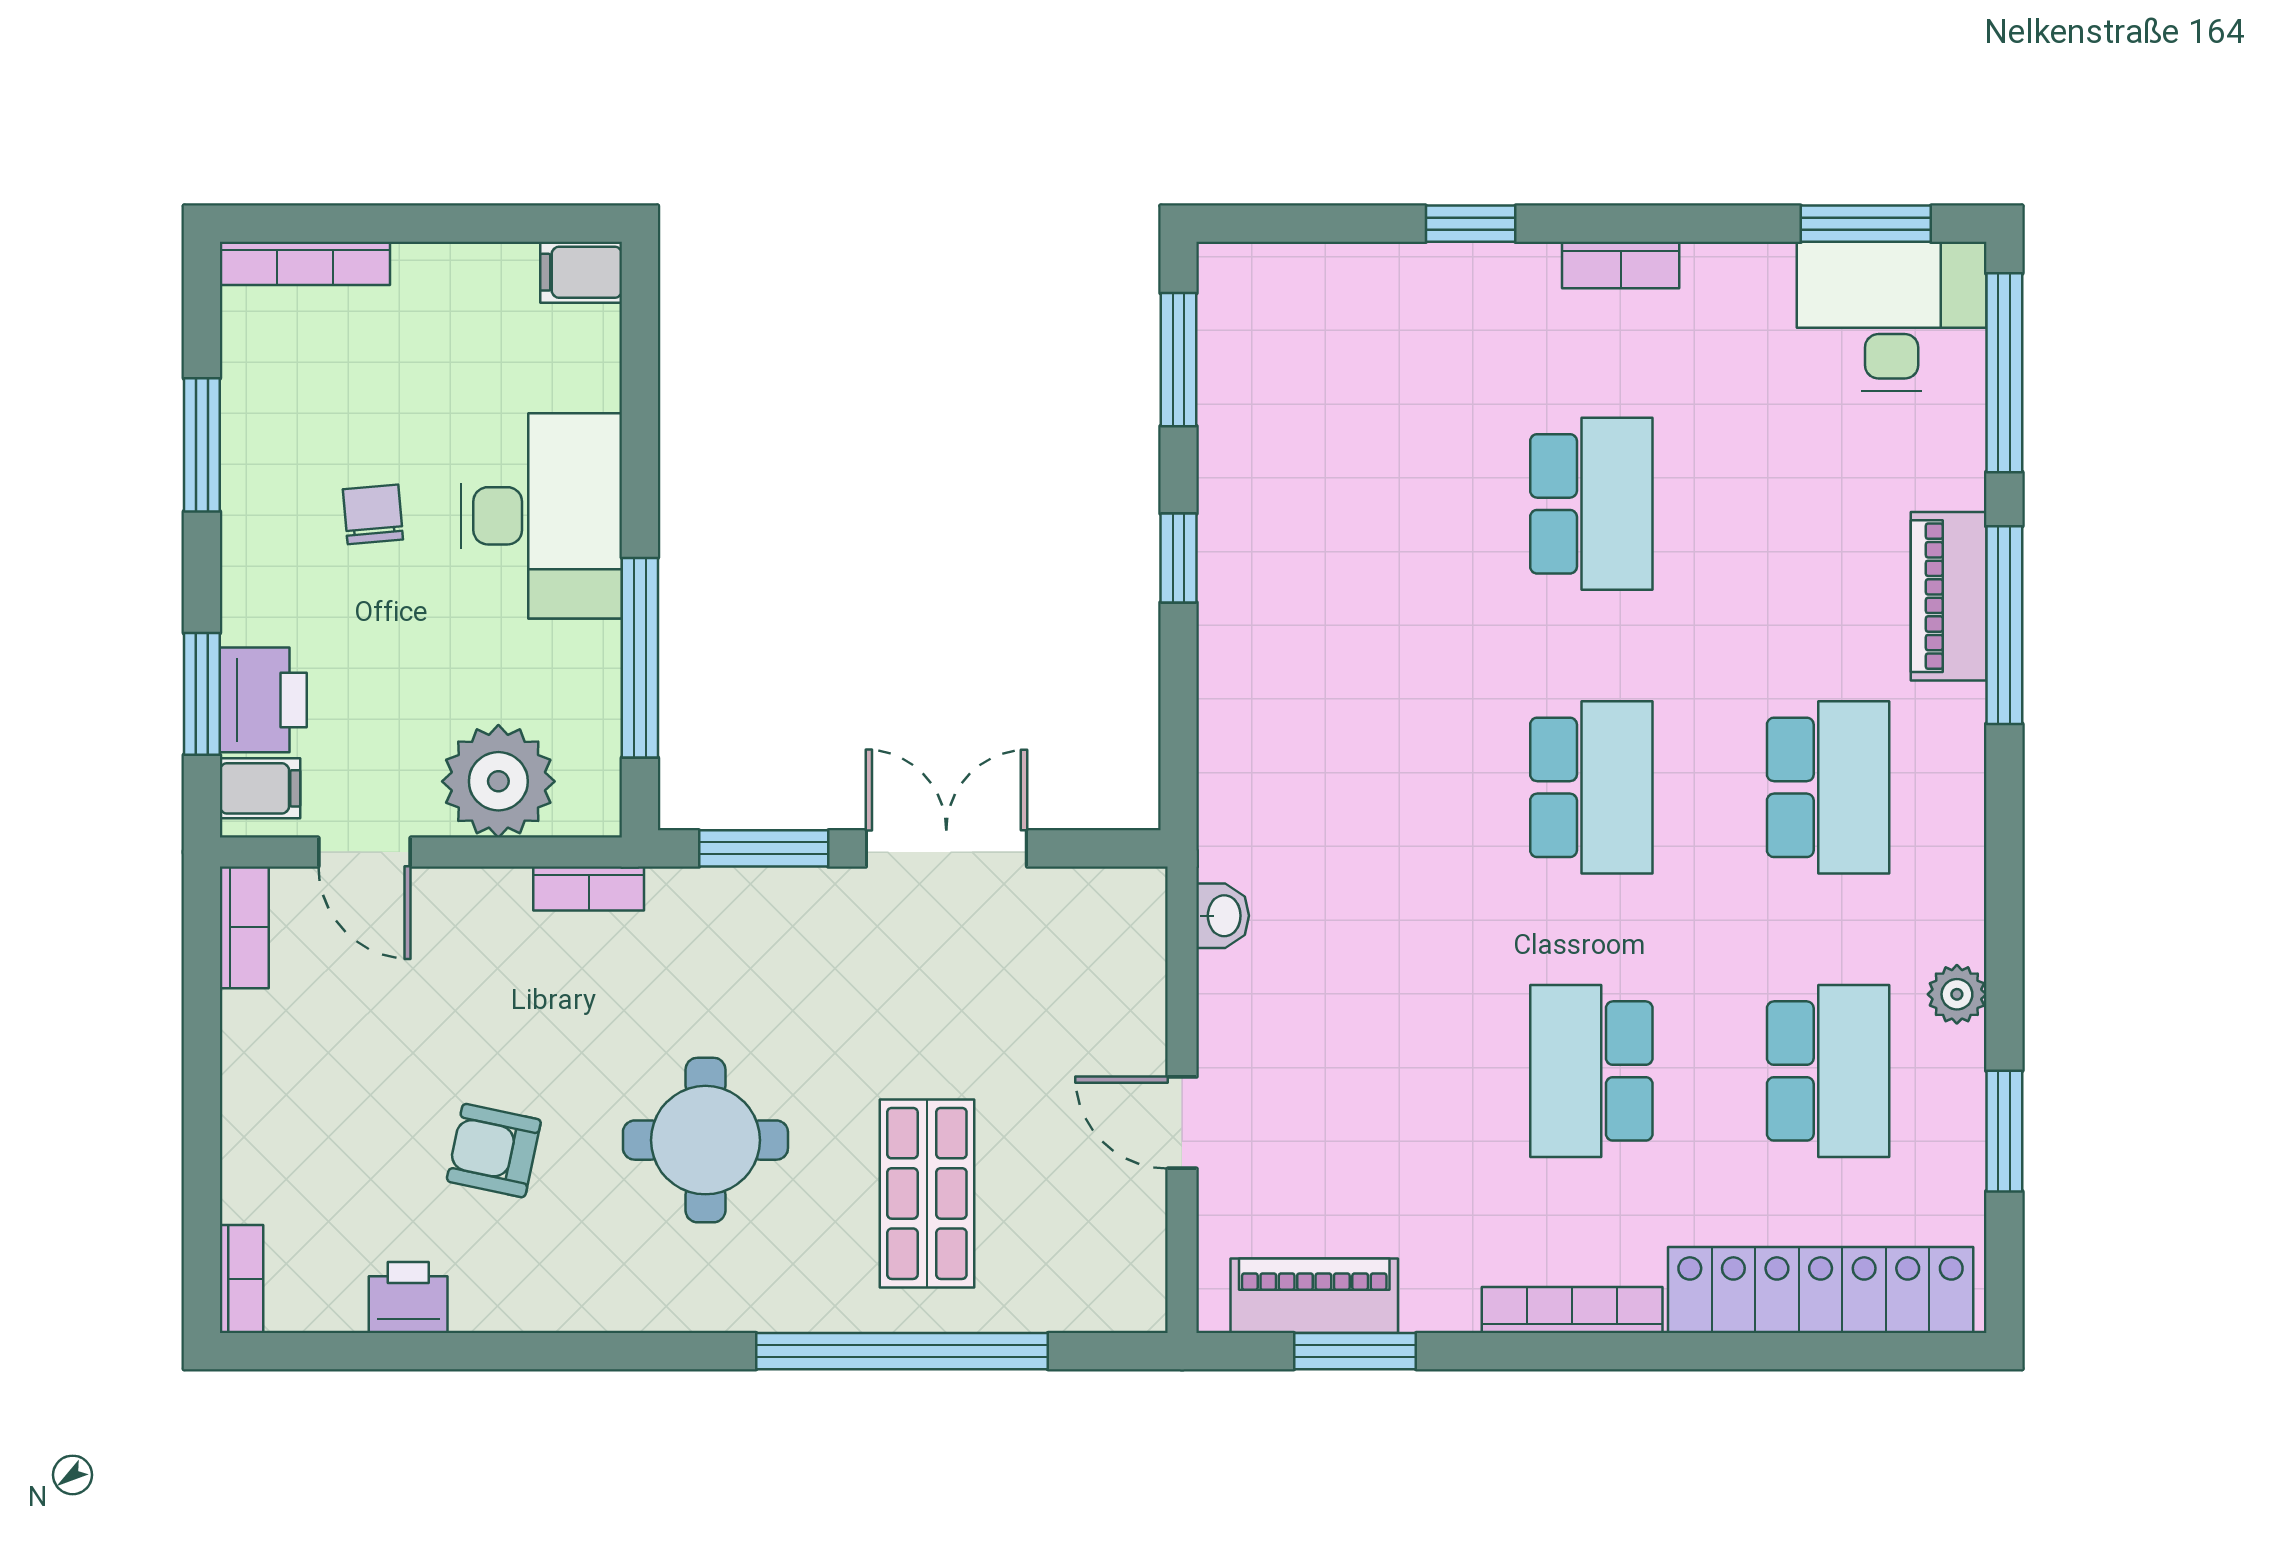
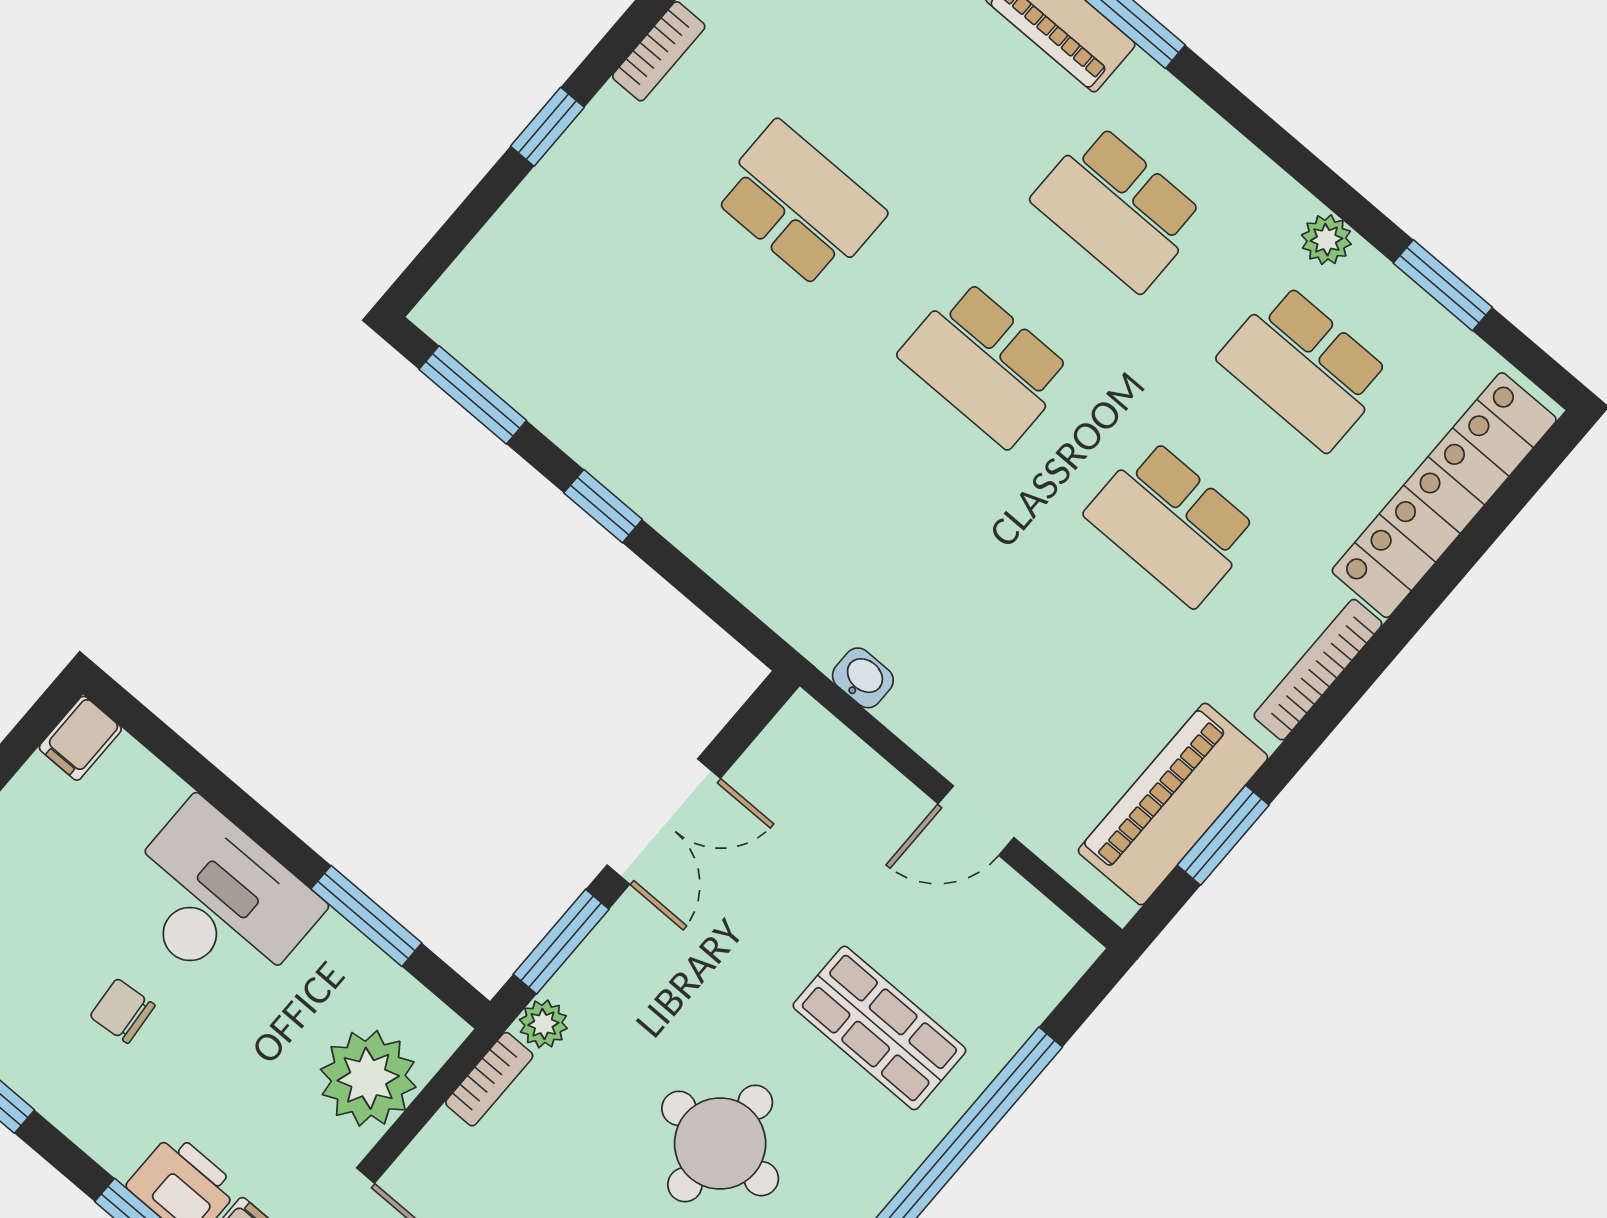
window: (640, 658) -> (366, 916), width x0.69
school desk: (1591, 787) -> (985, 364), turned 180
school desk: (1828, 787) -> (1118, 208), turned 180
double door: (946, 848) -> (664, 822), swing flipped
plant: (678, 895) -> (543, 1024), added
school desk: (1828, 1071) -> (1305, 367), turned 180
piano: (1314, 1296) -> (1173, 804), width x1.37, depth x1.33

